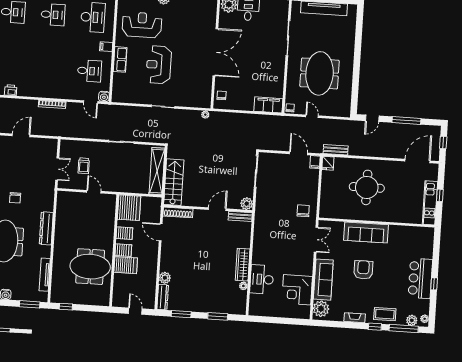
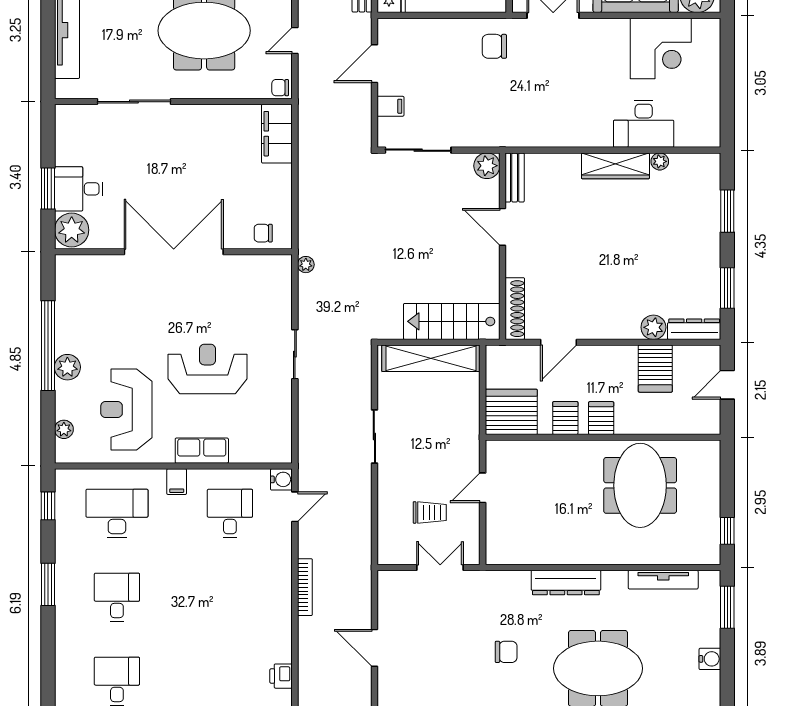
reception desk: (159, 65) -> (207, 369), turned 180
filing cabinet: (315, 162) -> (390, 106), moved
server rack: (126, 265) -> (655, 369), moved, turned 180

